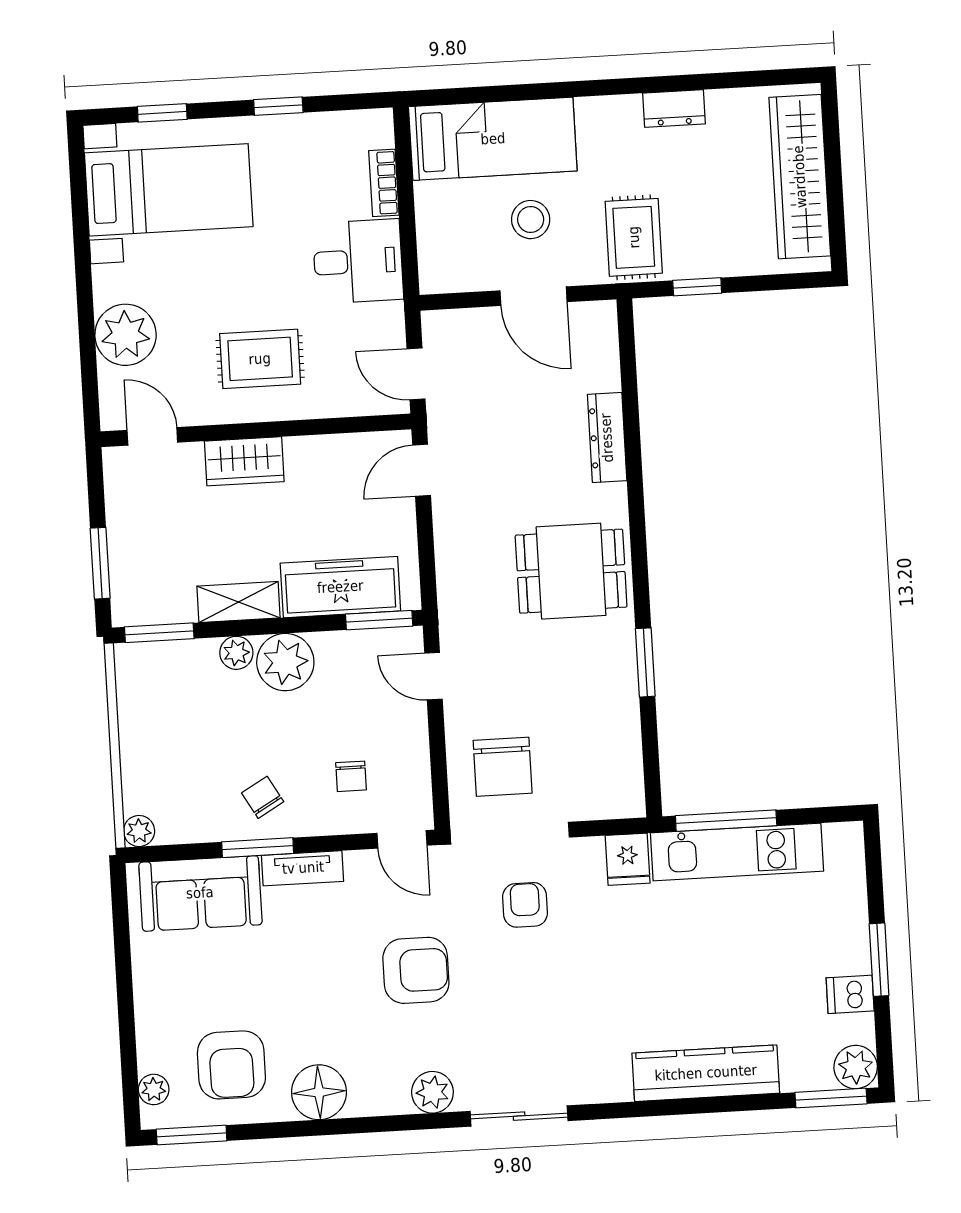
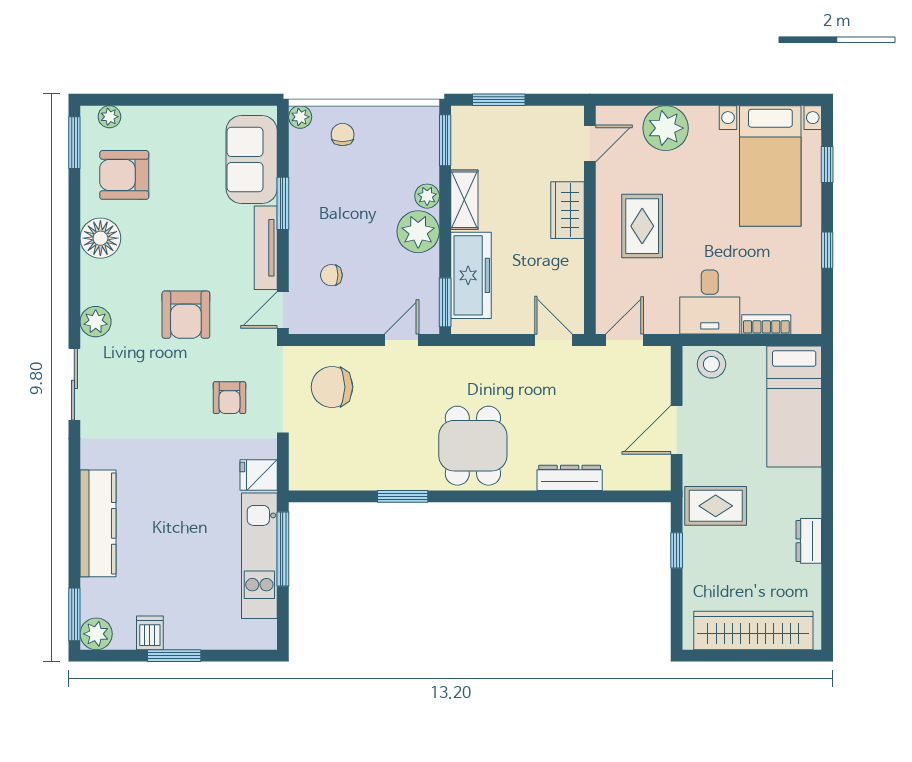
stool: (531, 220) -> (711, 364), moved
chair: (263, 797) -> (343, 135), moved, turned -60
tv unit: (303, 868) -> (266, 248), width x1.41
armchair: (525, 905) -> (229, 398), turned 90

